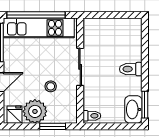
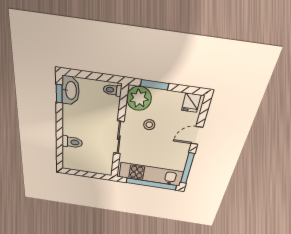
toilet: (131, 69) -> (72, 142), moved
window: (145, 105) -> (59, 94), width x0.67
plant: (35, 111) -> (139, 98), moved

